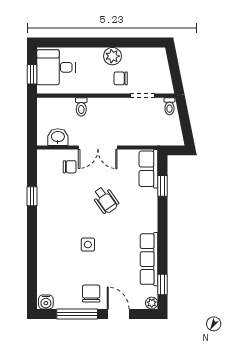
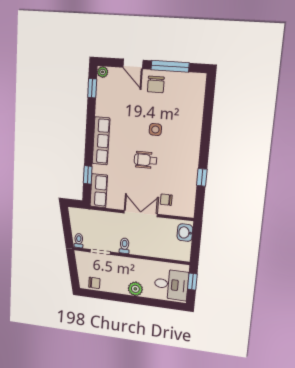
plant: (112, 56) -> (135, 289), moved
chair: (121, 78) -> (94, 283), moved
toilet: (81, 107) -> (124, 246), moved
washbasin: (58, 137) -> (185, 233), moved, turned 90
wheelchair: (105, 200) -> (145, 160), moved, turned -55
row of seats: (149, 259) -> (101, 141), moved
water cooler: (46, 302) -> (198, 80), removed

